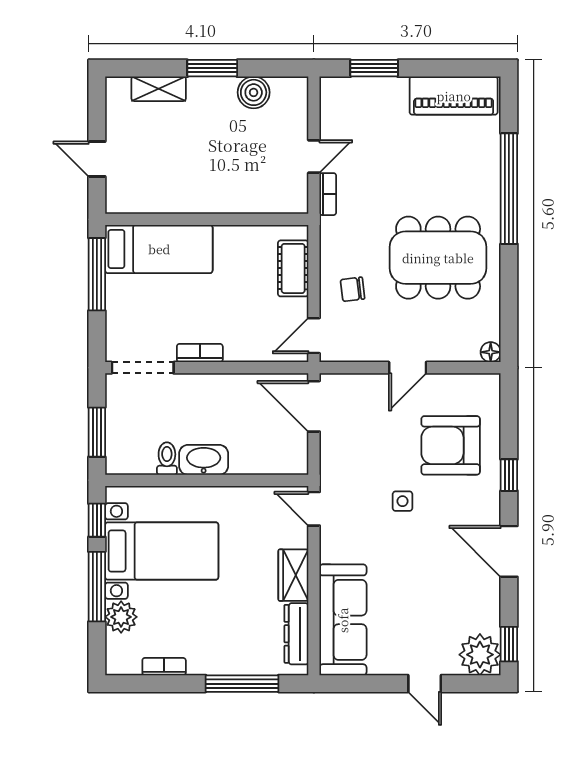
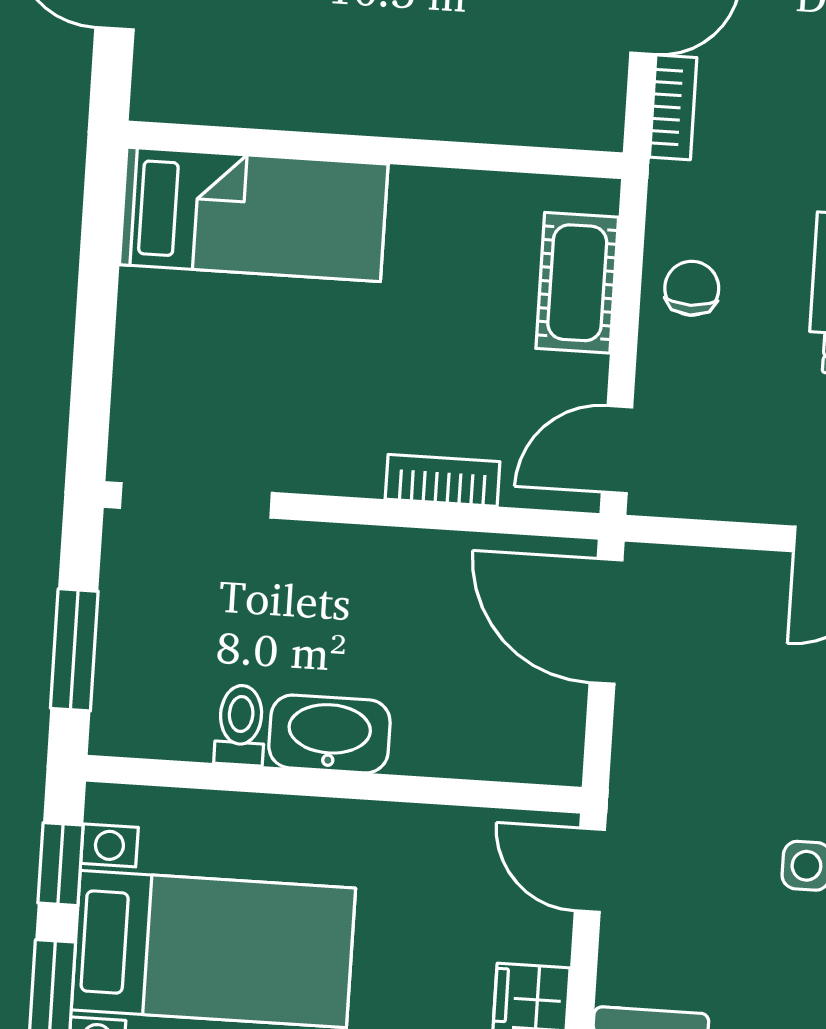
window: (97, 274) -> (99, 266), removed
chair: (353, 289) -> (692, 288), moved, turned 97
bookcase: (200, 353) -> (443, 480), moved

